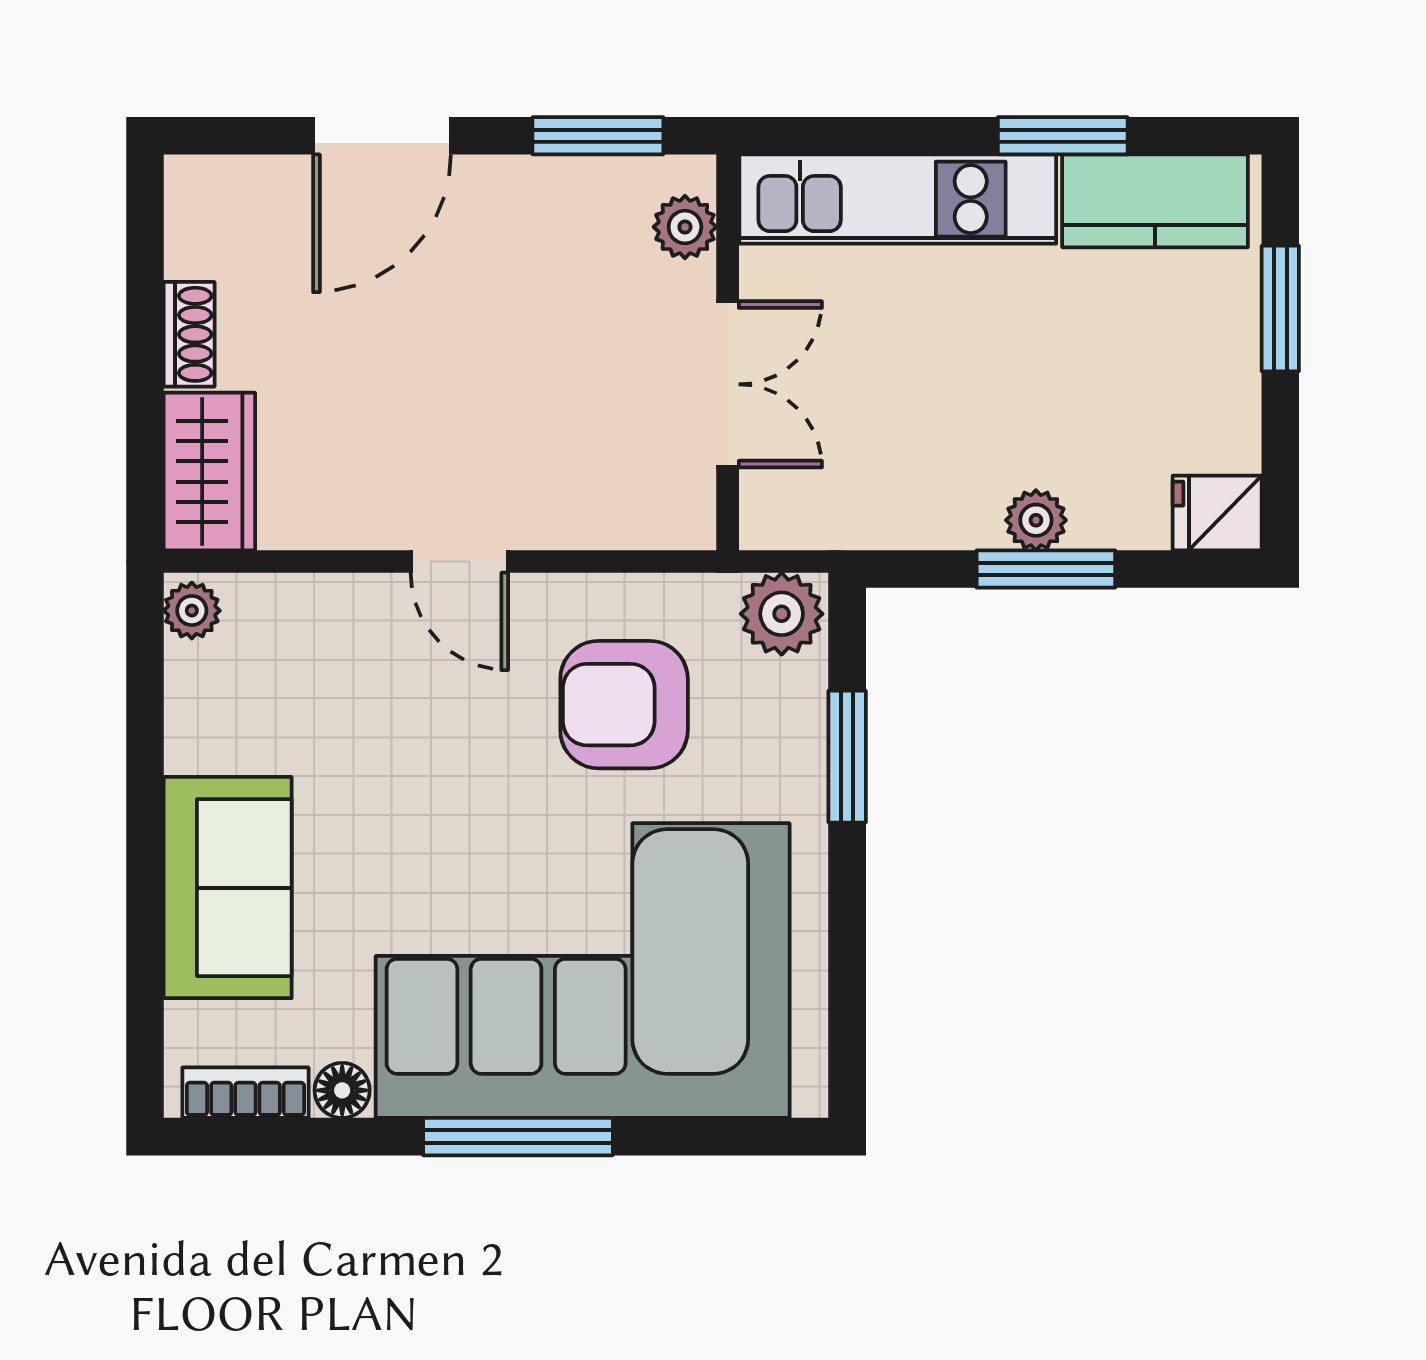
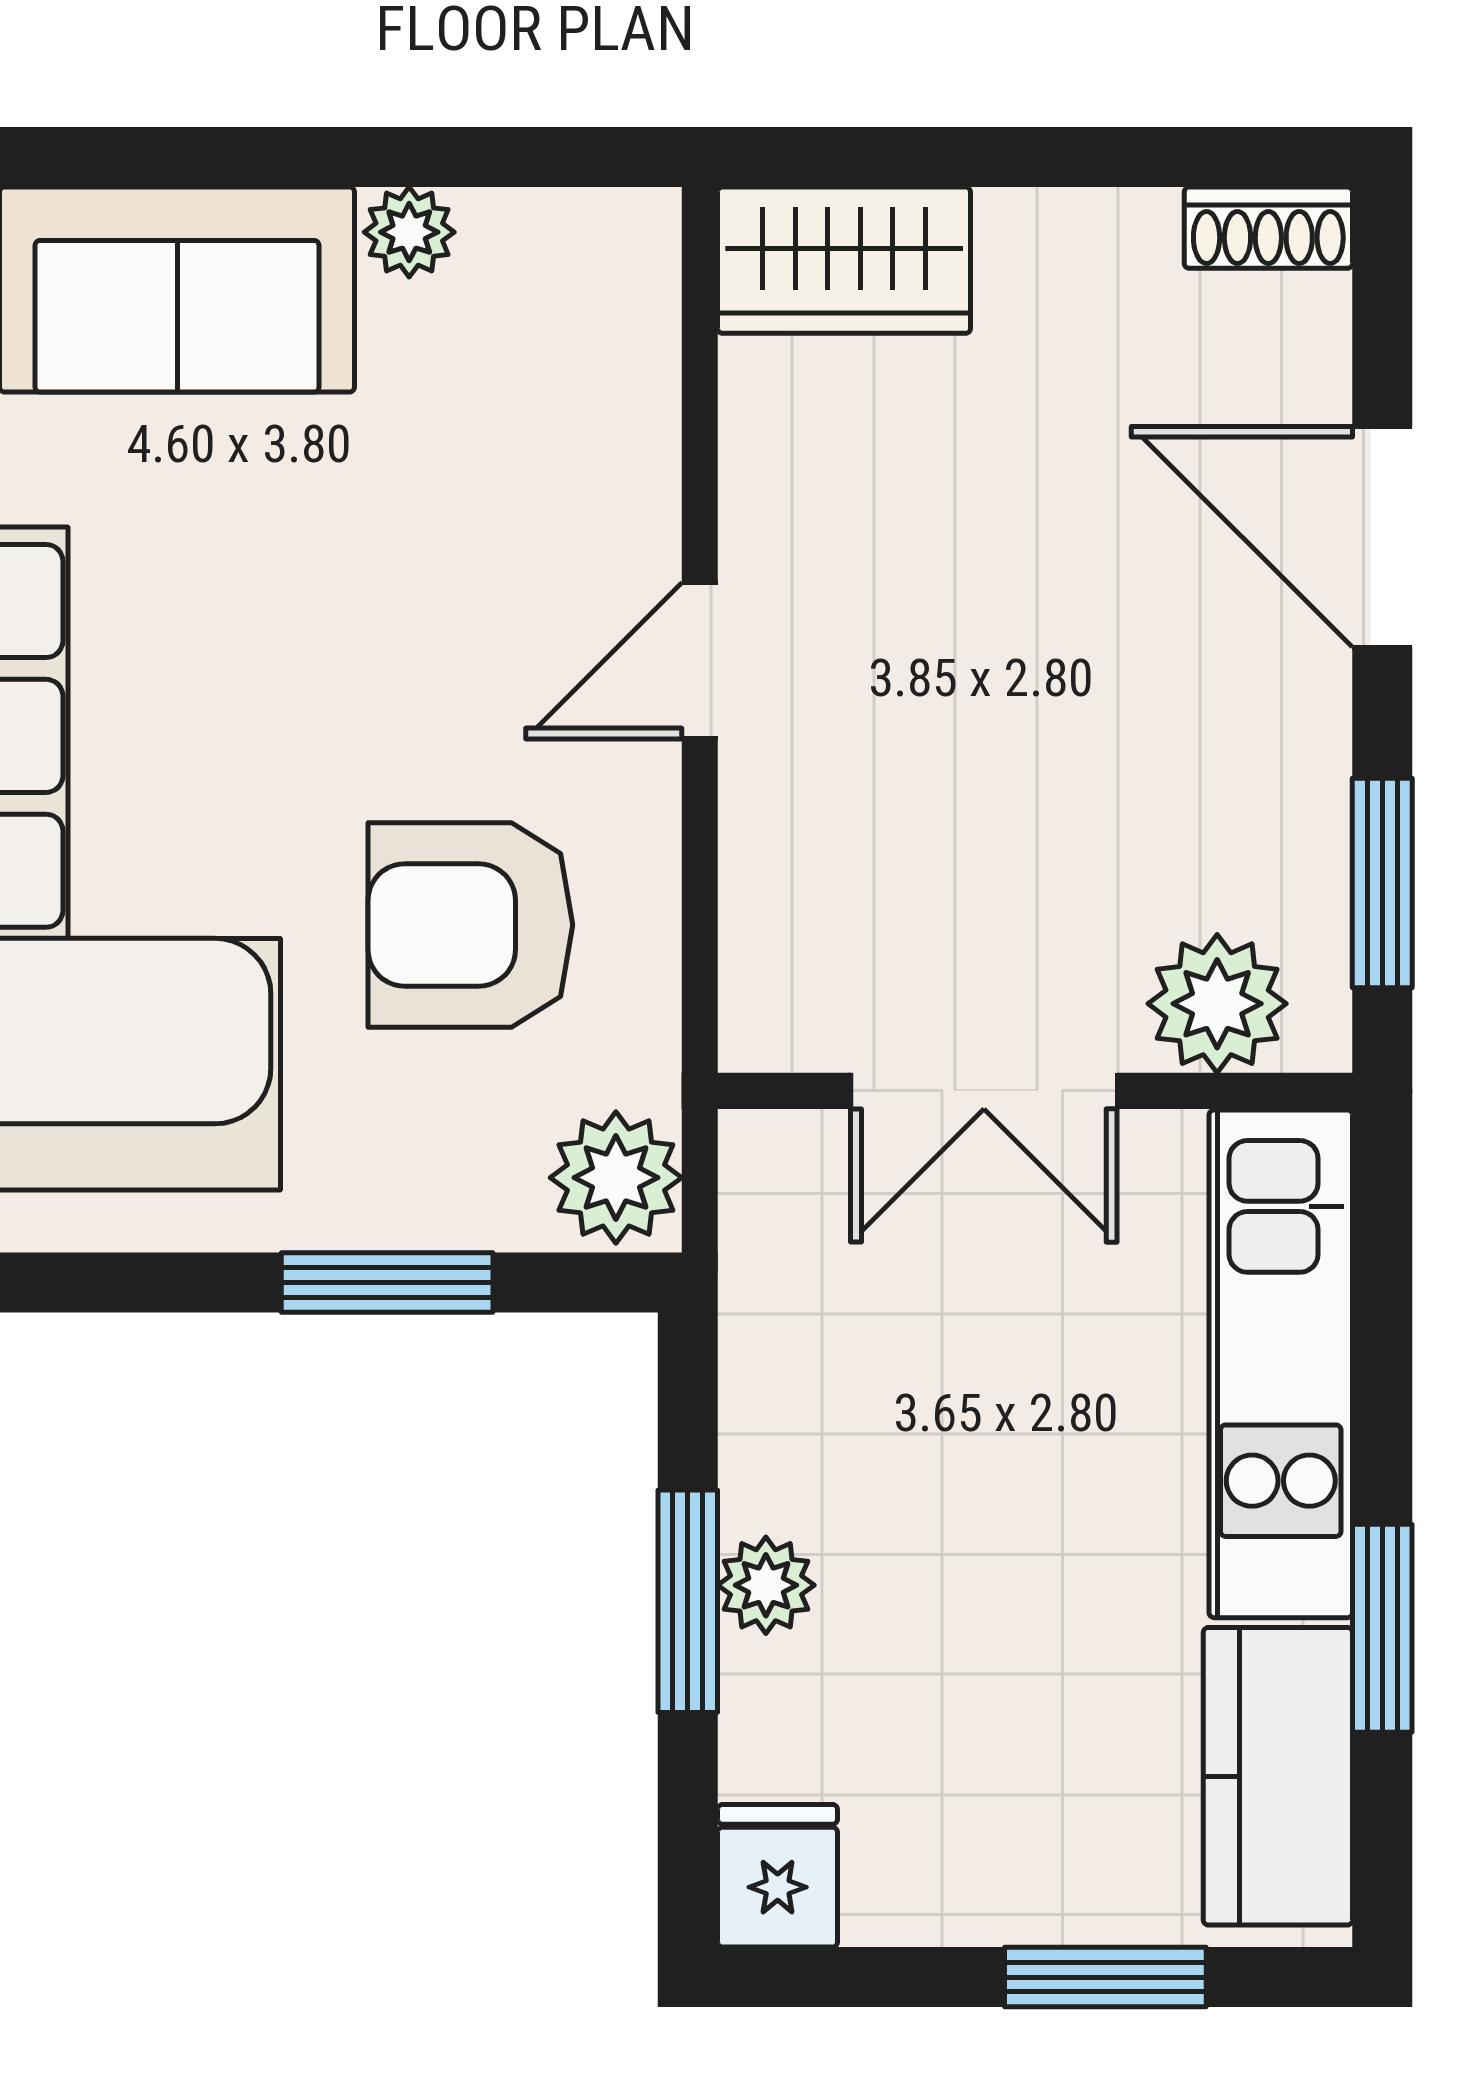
plant: (685, 227) -> (1217, 1004), width x1.38, depth x1.38
shoe rack: (189, 334) -> (1268, 228), moved
plant: (192, 611) -> (409, 232), moved
armchair: (624, 705) -> (470, 925), turned -90

